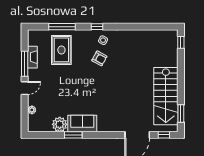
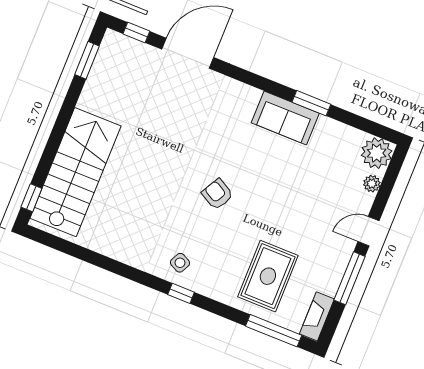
window: (62, 27) -> (274, 331), moved
fireplace: (32, 57) -> (317, 316), moved
armchair: (99, 58) -> (217, 194), moved
stairs: (166, 96) -> (75, 172), moved
plant: (60, 124) -> (377, 153), moved

